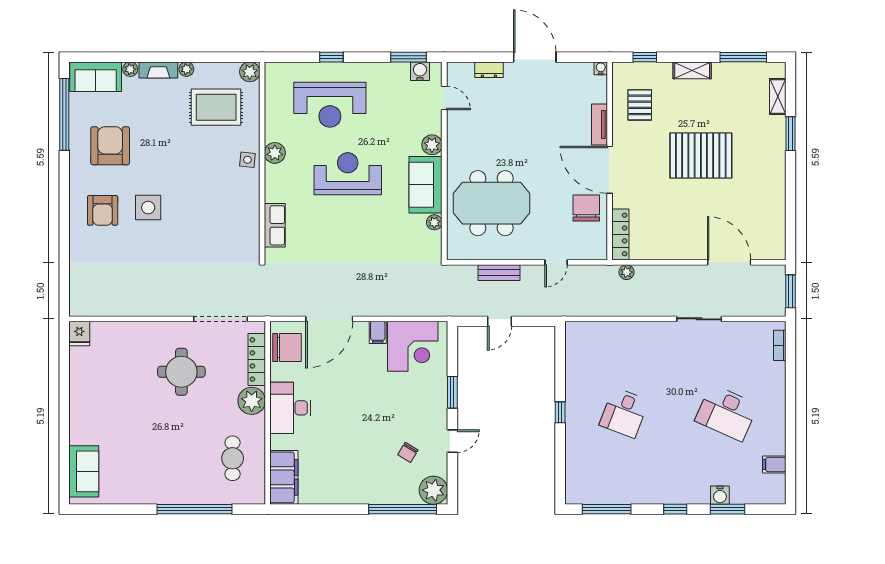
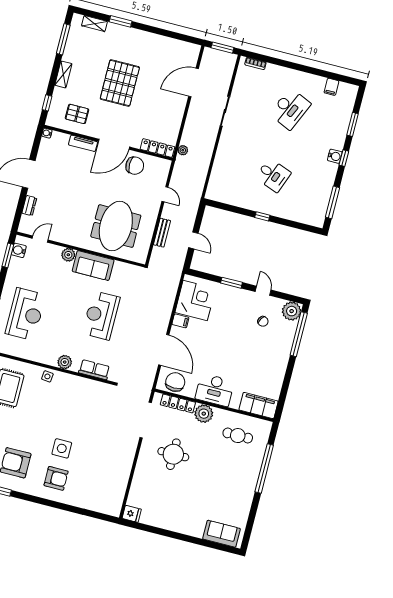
plant: (275, 153) -> (65, 362), moved
reception desk: (348, 174) -> (101, 315), moved
chair: (586, 208) -> (135, 166), turned 180
plant: (434, 222) -> (119, 266), removed
water cooler: (720, 495) -> (335, 156), moved

